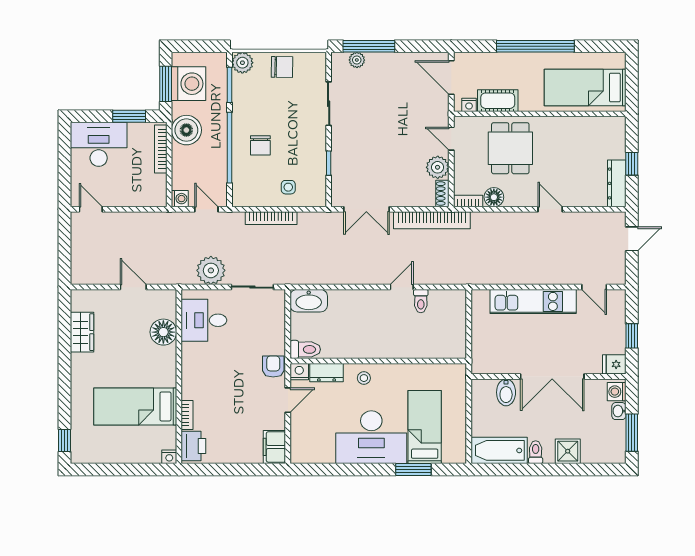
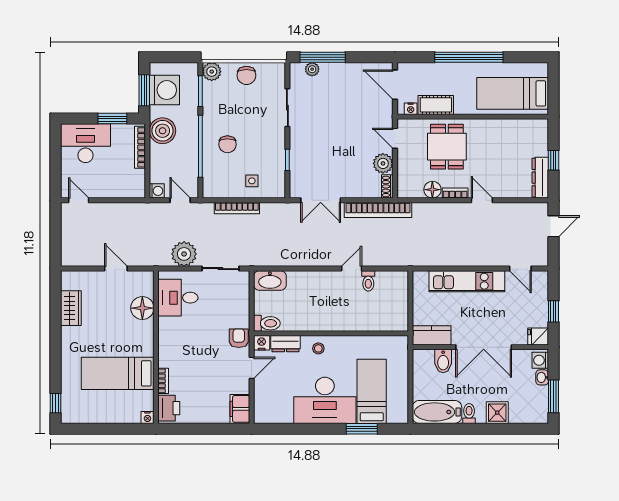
chair: (282, 67) -> (246, 75), turned 89
bookcase: (468, 201) -> (455, 193), moved
kitchen counter: (493, 363) -> (432, 335), added

